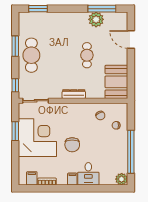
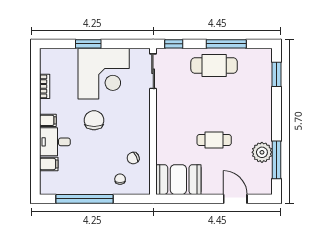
door: (131, 39) -> (235, 199), hinge flipped
window: (15, 46) -> (226, 44), width x1.44
dresser: (74, 94) -> (162, 122), removed
window: (15, 131) -> (88, 44), moved
chair: (72, 145) -> (94, 120), turned 90
filing cabinet: (32, 178) -> (49, 164), moved
plant: (122, 179) -> (48, 186), removed

